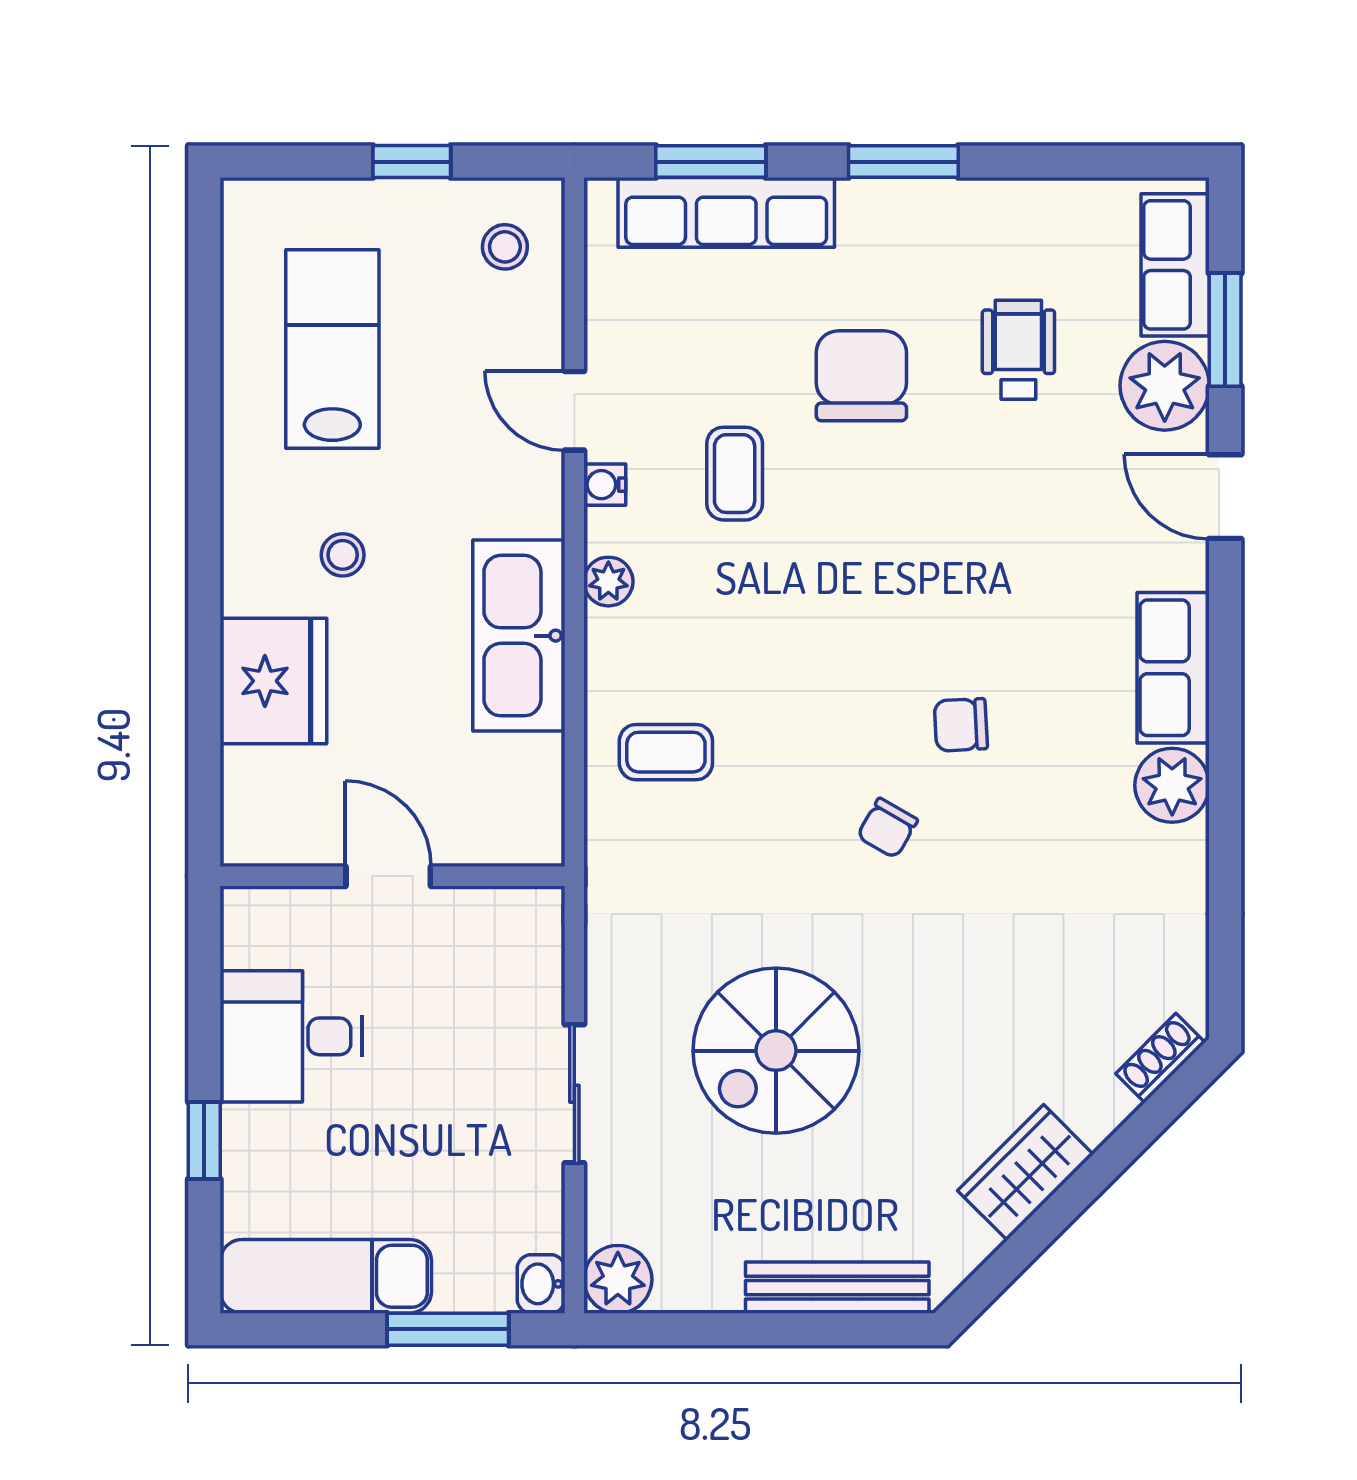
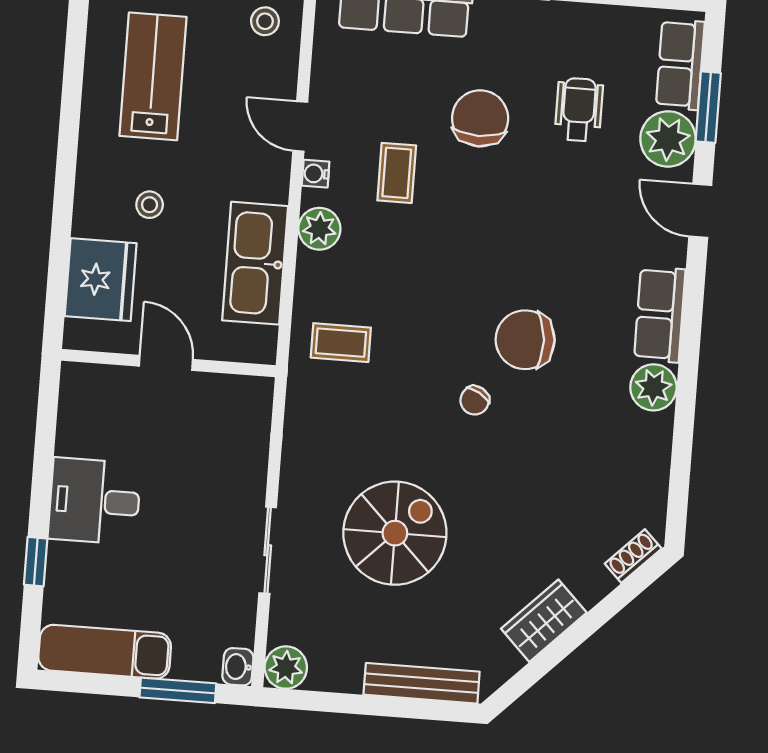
plant: (608, 582) -> (319, 229), width x1.38, depth x1.38
chair: (961, 725) -> (525, 340), width x1.87, depth x1.87
door: (388, 876) -> (166, 363), moved
wall: (392, 876) -> (168, 363), moved
spiral stairs: (776, 1051) -> (395, 533), turned 180

